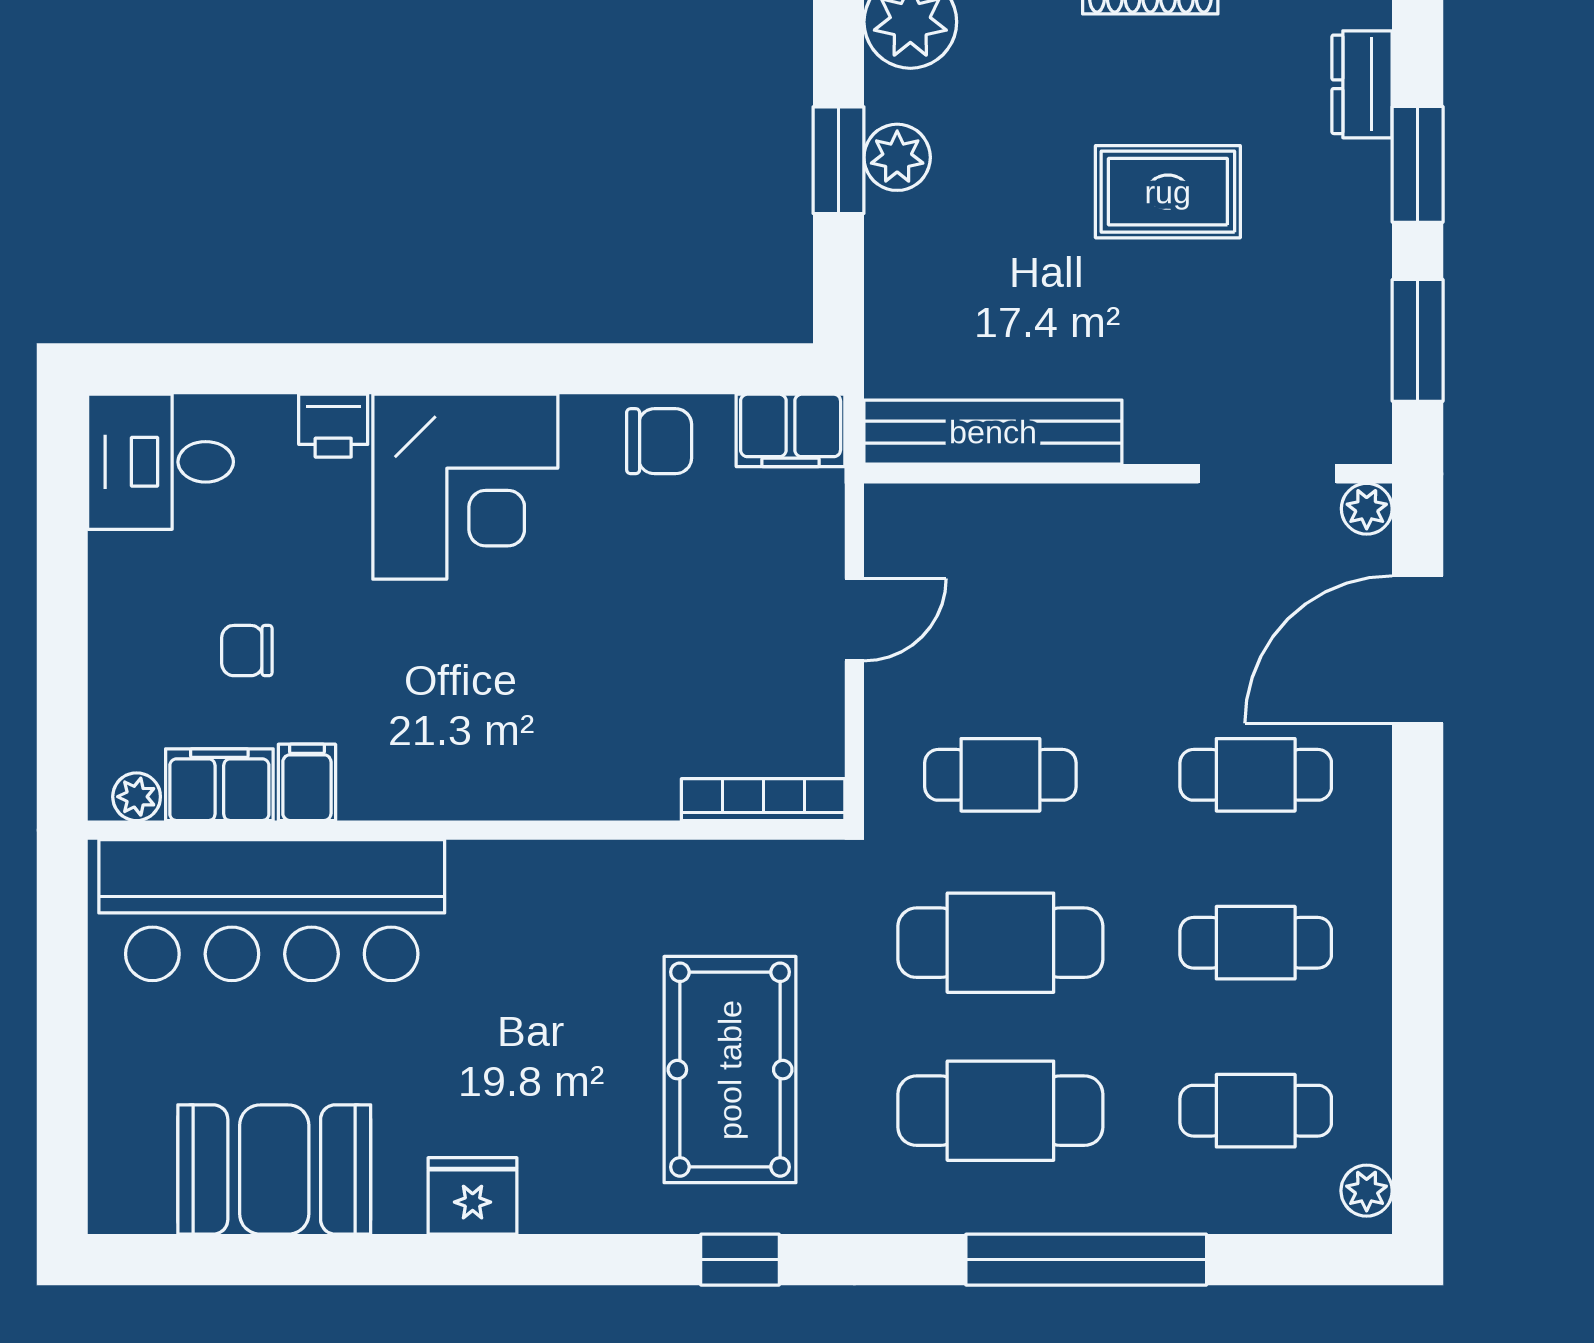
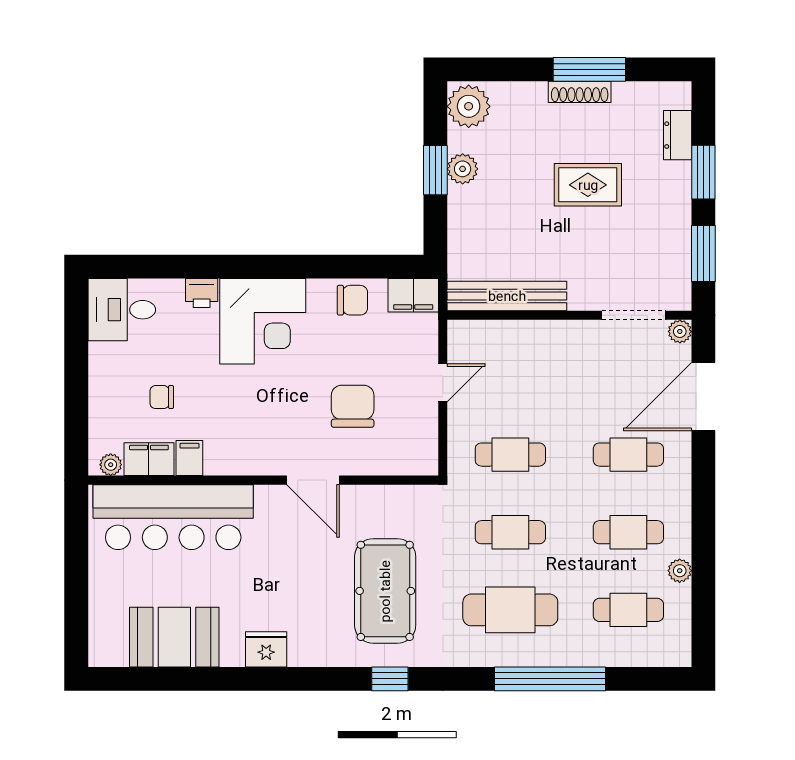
chair: (660, 670) -> (353, 406), added
bookcase: (763, 800) -> (401, 466), removed
door: (574, 830) -> (313, 480), added
cafe table: (1000, 943) -> (510, 532), width x0.73, depth x0.74
plant: (1367, 1191) -> (680, 571), moved

